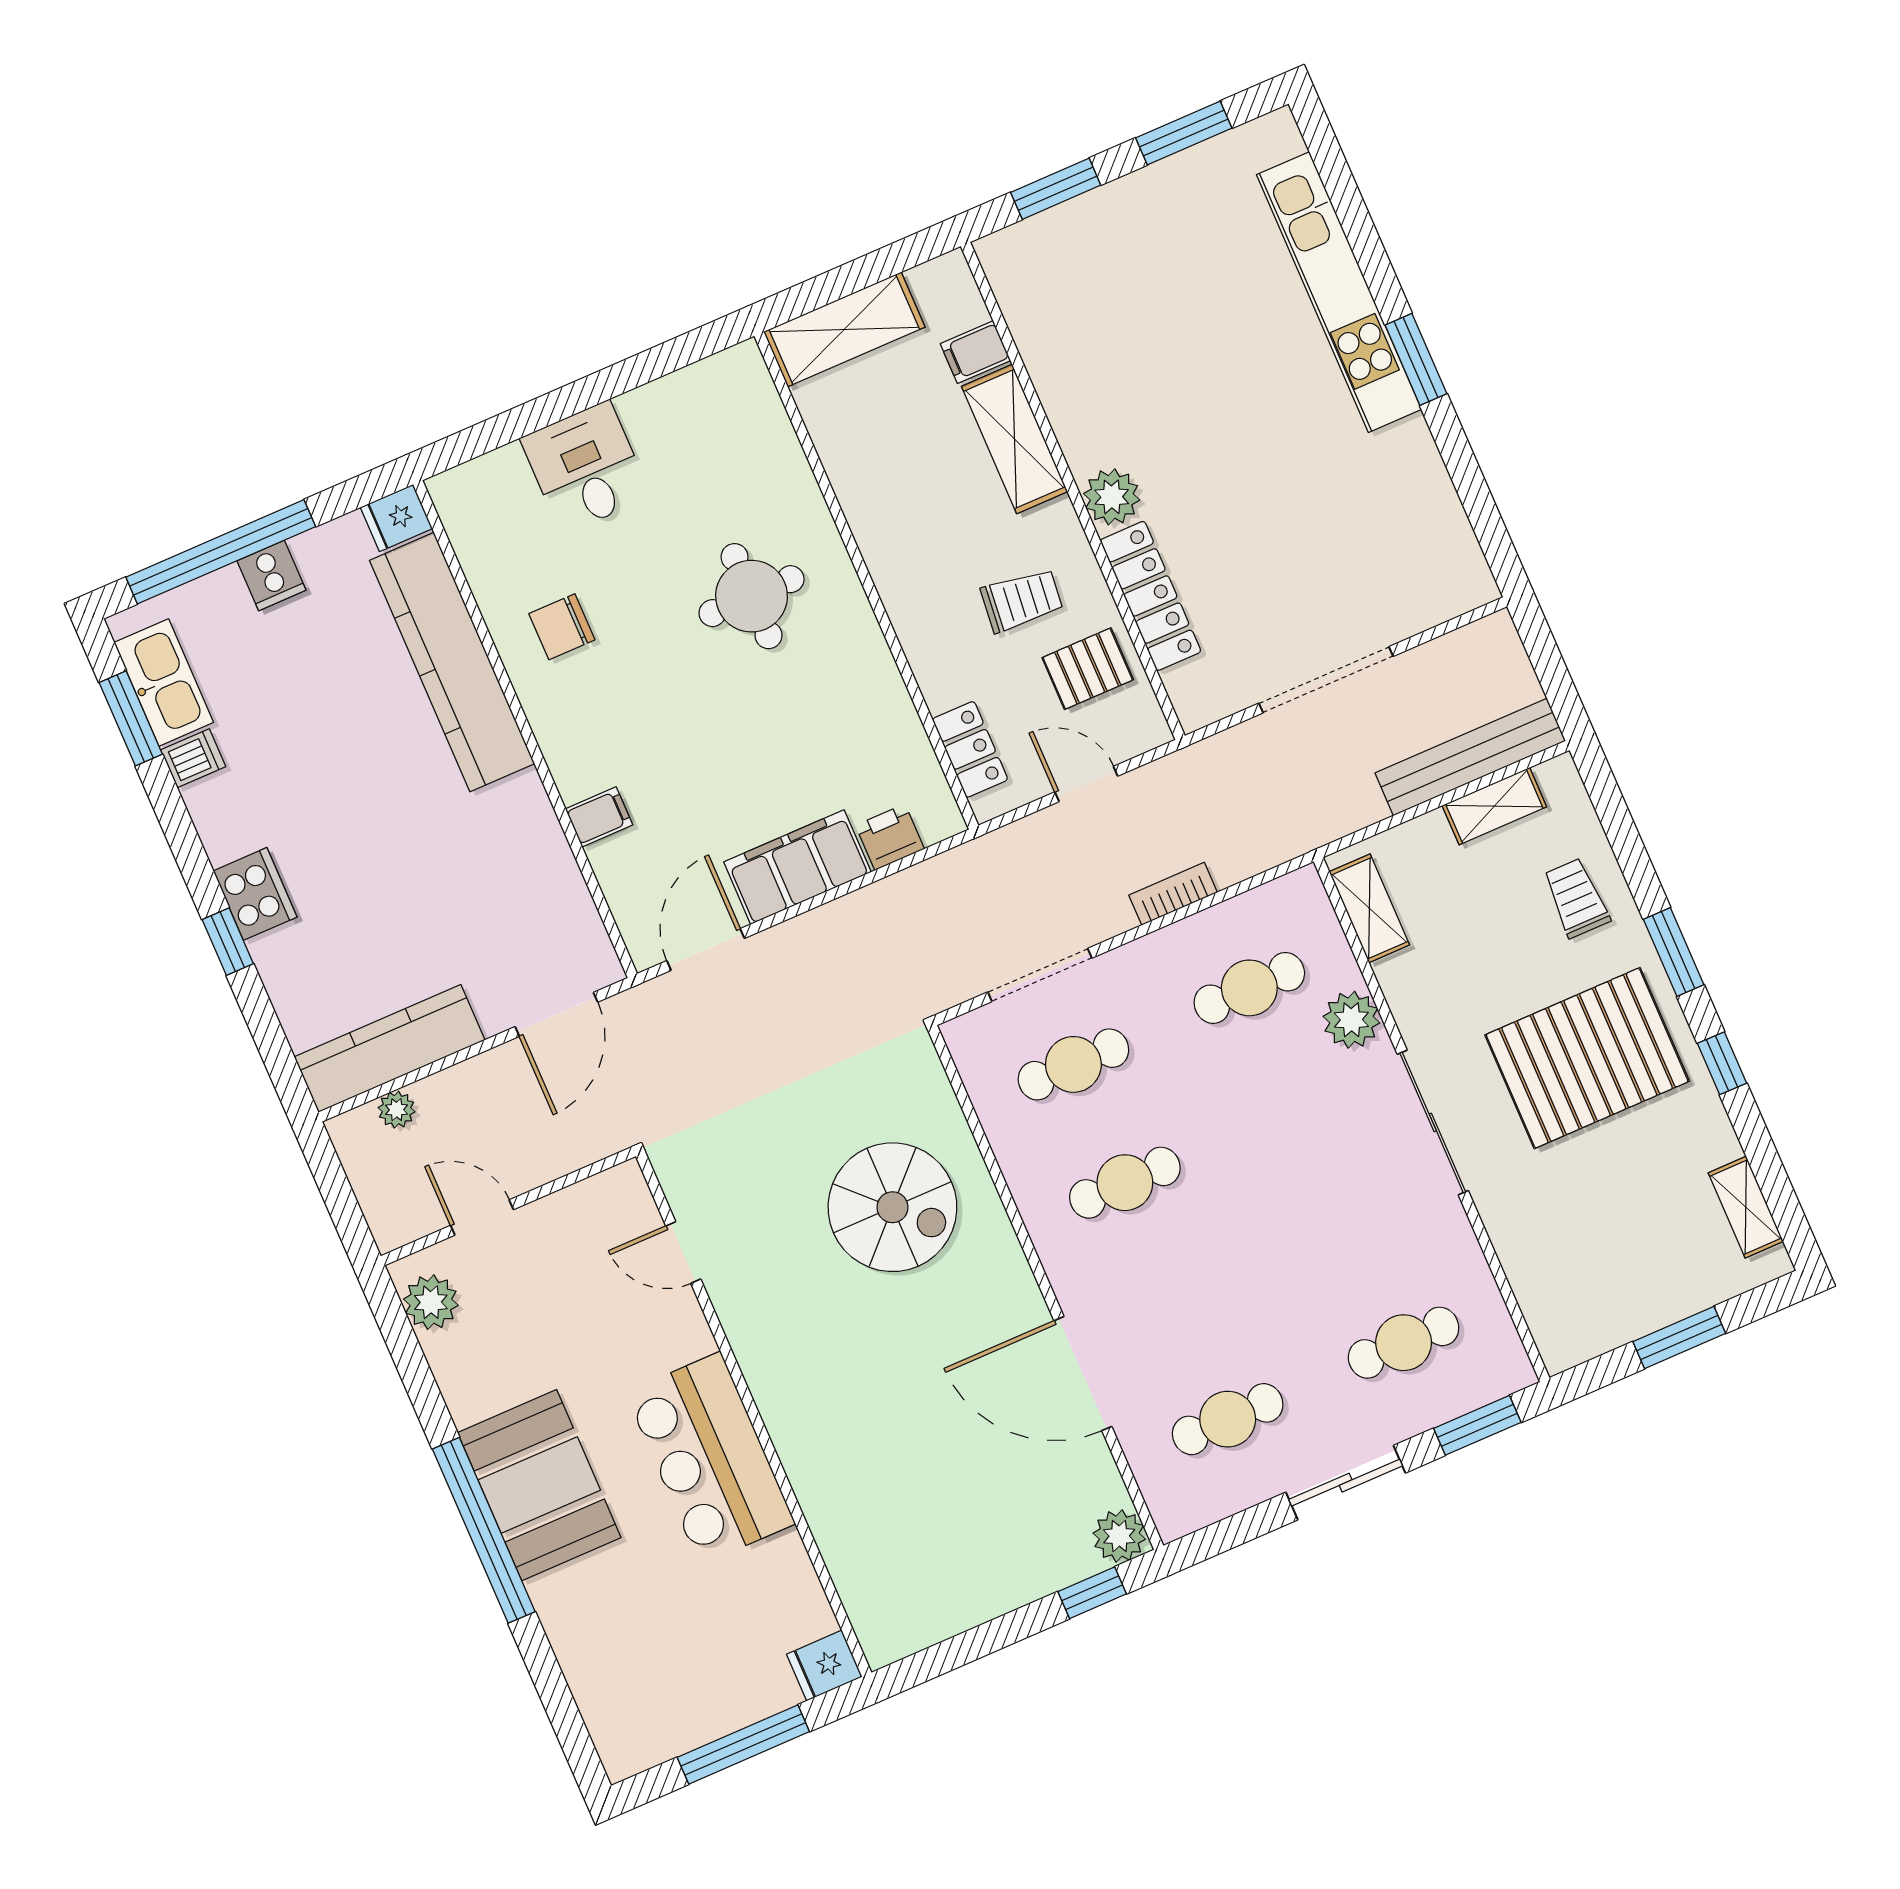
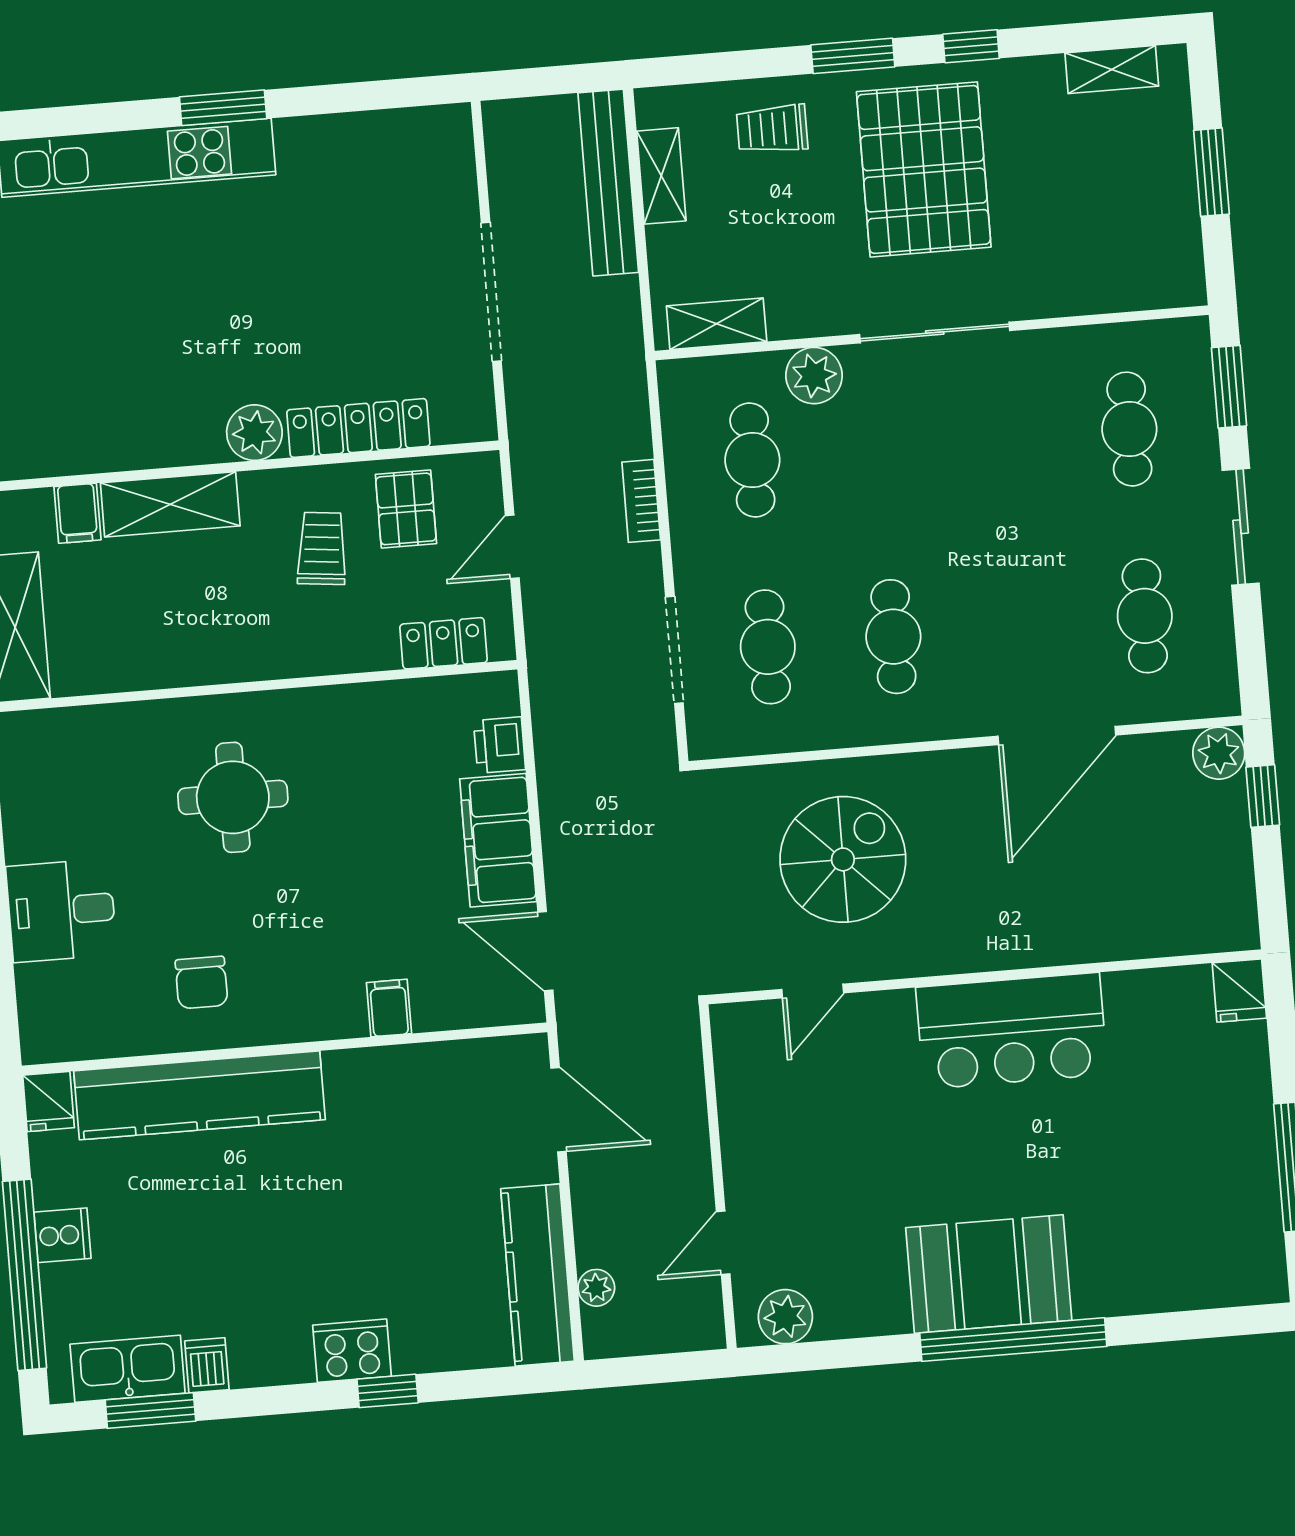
door: (683, 1253) -> (813, 991), moved
wall: (754, 1414) -> (985, 977), moved
bar counter: (710, 1458) -> (1012, 1031), moved
fridge: (824, 1665) -> (1239, 991), moved

